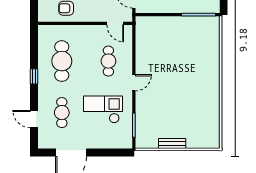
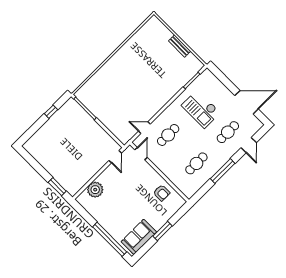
cafe table: (62, 61) -> (196, 163), width x0.73, depth x0.74
window: (34, 76) -> (223, 171), width x2.17
door: (134, 83) -> (144, 128), moved

